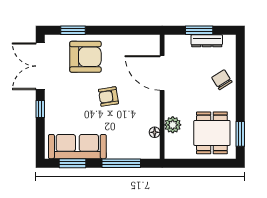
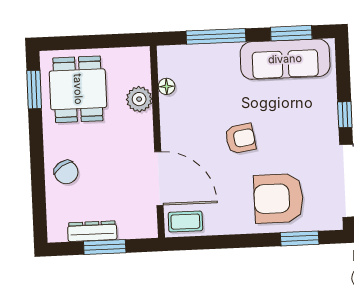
coffee table: (146, 44) -> (185, 222), added

